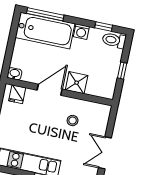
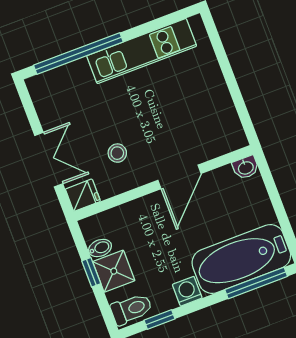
bidet: (110, 80) -> (100, 248), added
shower: (77, 83) -> (114, 271), moved
fridge: (17, 94) -> (83, 195), moved, turned 90
double door: (105, 153) -> (49, 160), moved

